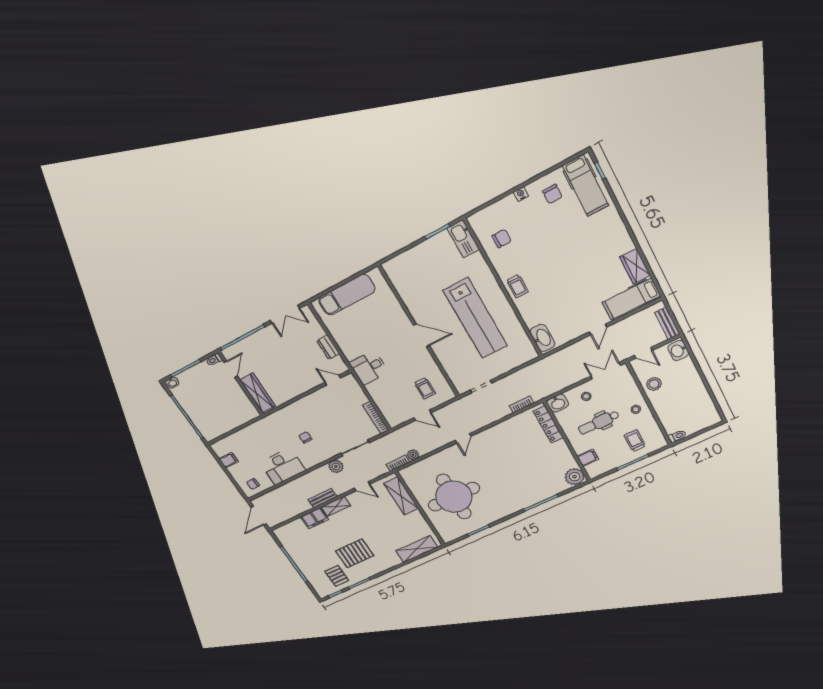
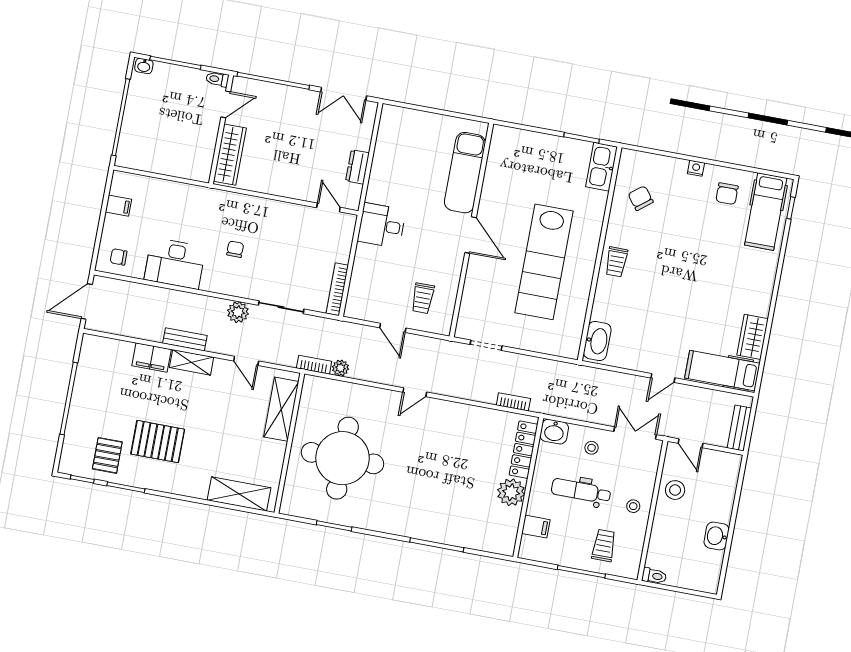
chair: (502, 238) -> (641, 198), turned -128
exam couch: (347, 295) -> (465, 173), moved, turned 90
washbasin: (678, 351) -> (717, 536), moved
plant: (575, 477) -> (511, 492), moved

